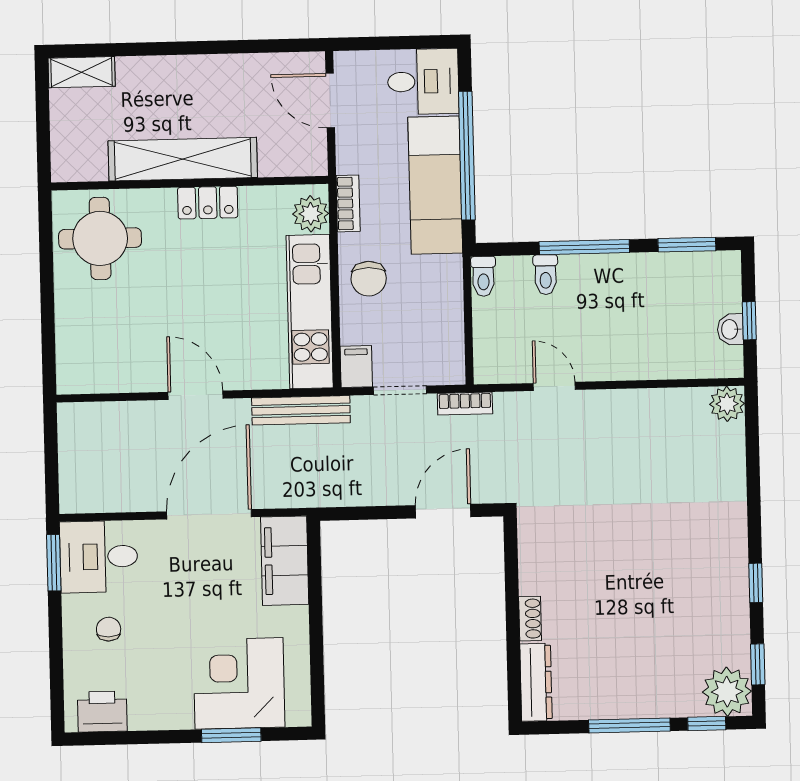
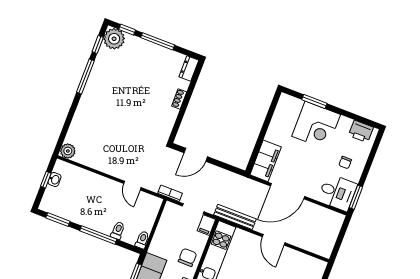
window: (756, 583) -> (85, 77), width x2.17
dresser: (536, 682) -> (189, 68), width x0.70
corner desk: (239, 683) -> (316, 125), moved

